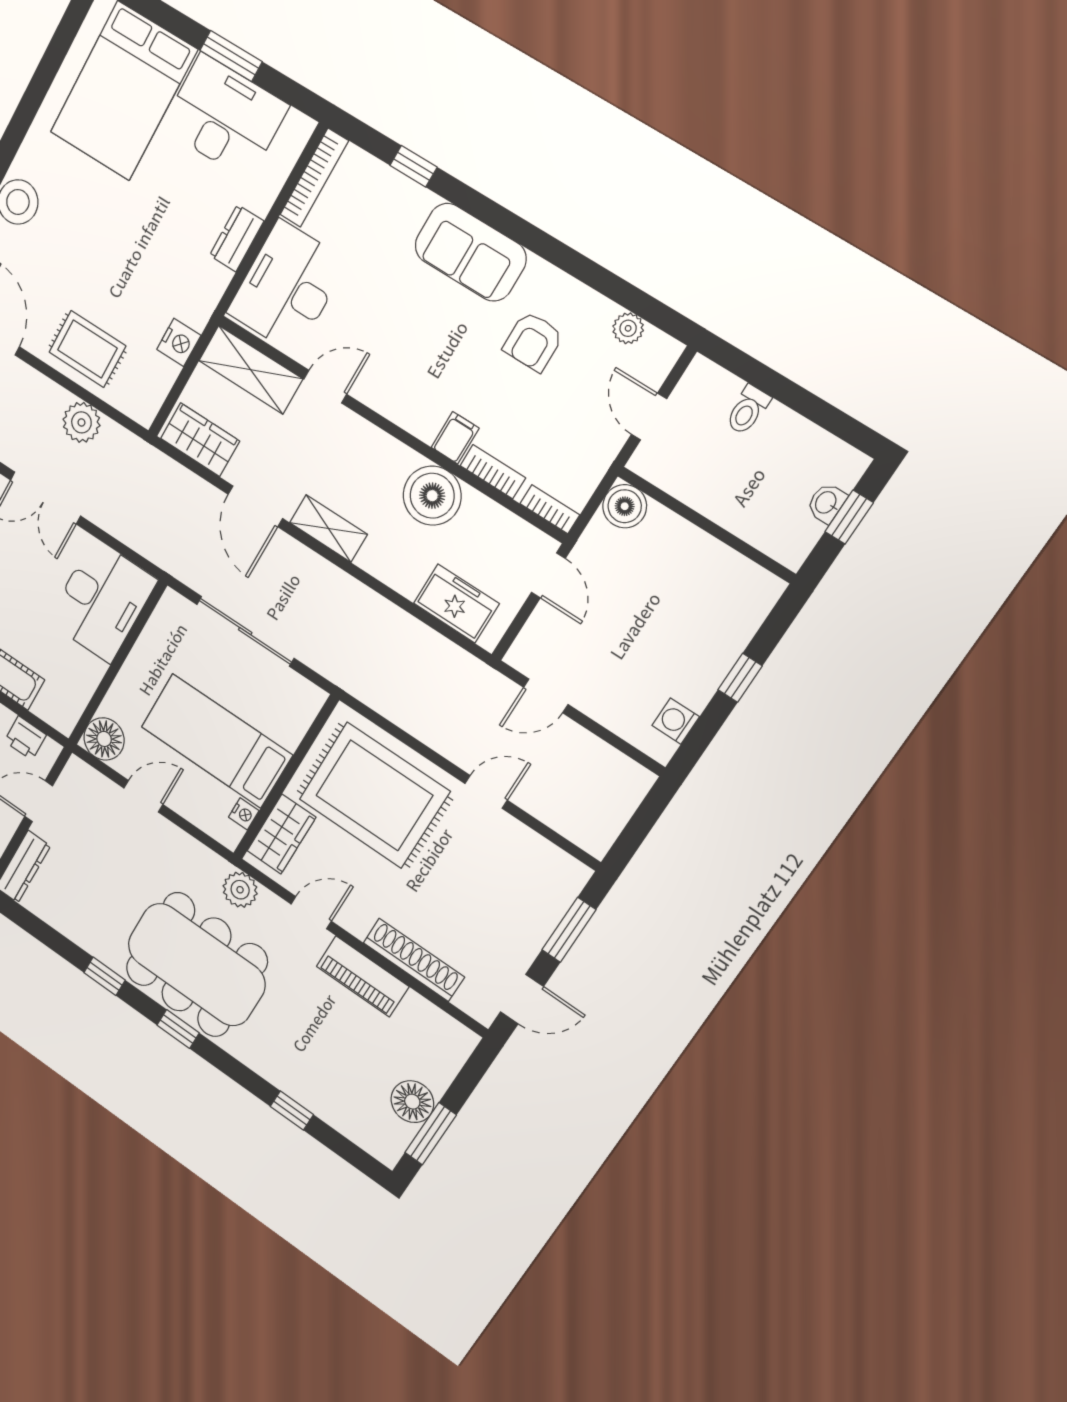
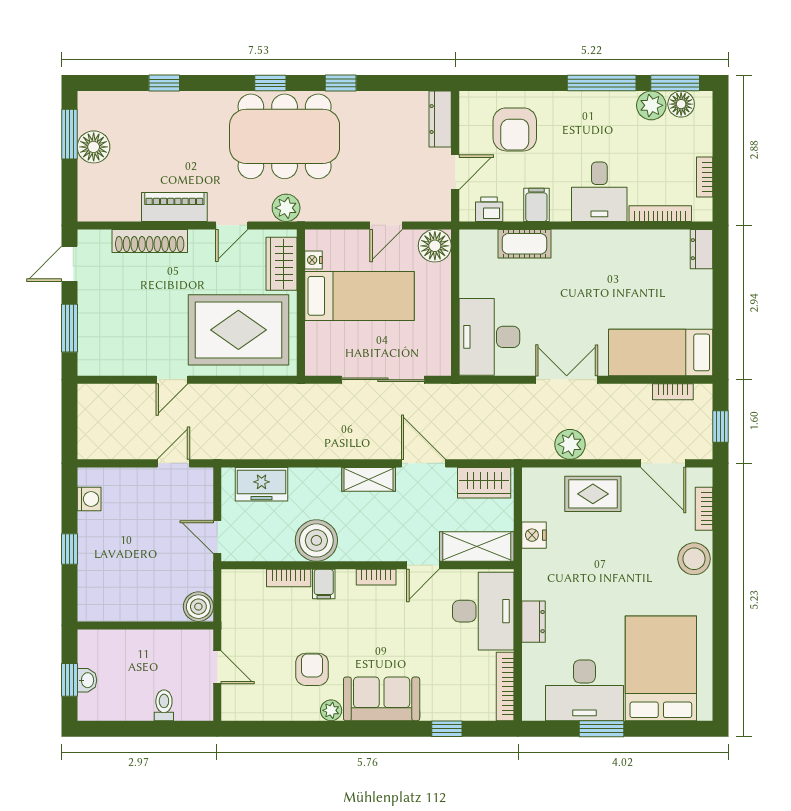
plant: (628, 328) -> (331, 710), moved
bookcase: (550, 509) -> (376, 577), moved

